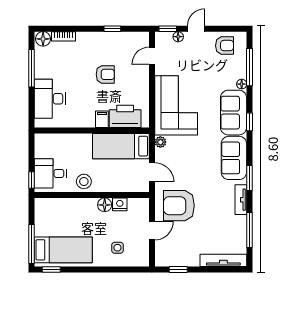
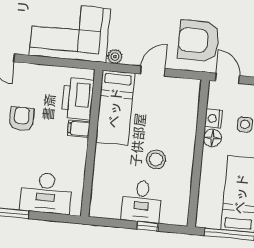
wall: (92, 195) -> (198, 153), moved
nightstand: (120, 204) -> (214, 119), moved
floor lamp: (105, 205) -> (212, 138), moved
armchair: (179, 206) -> (199, 41), turned 90

